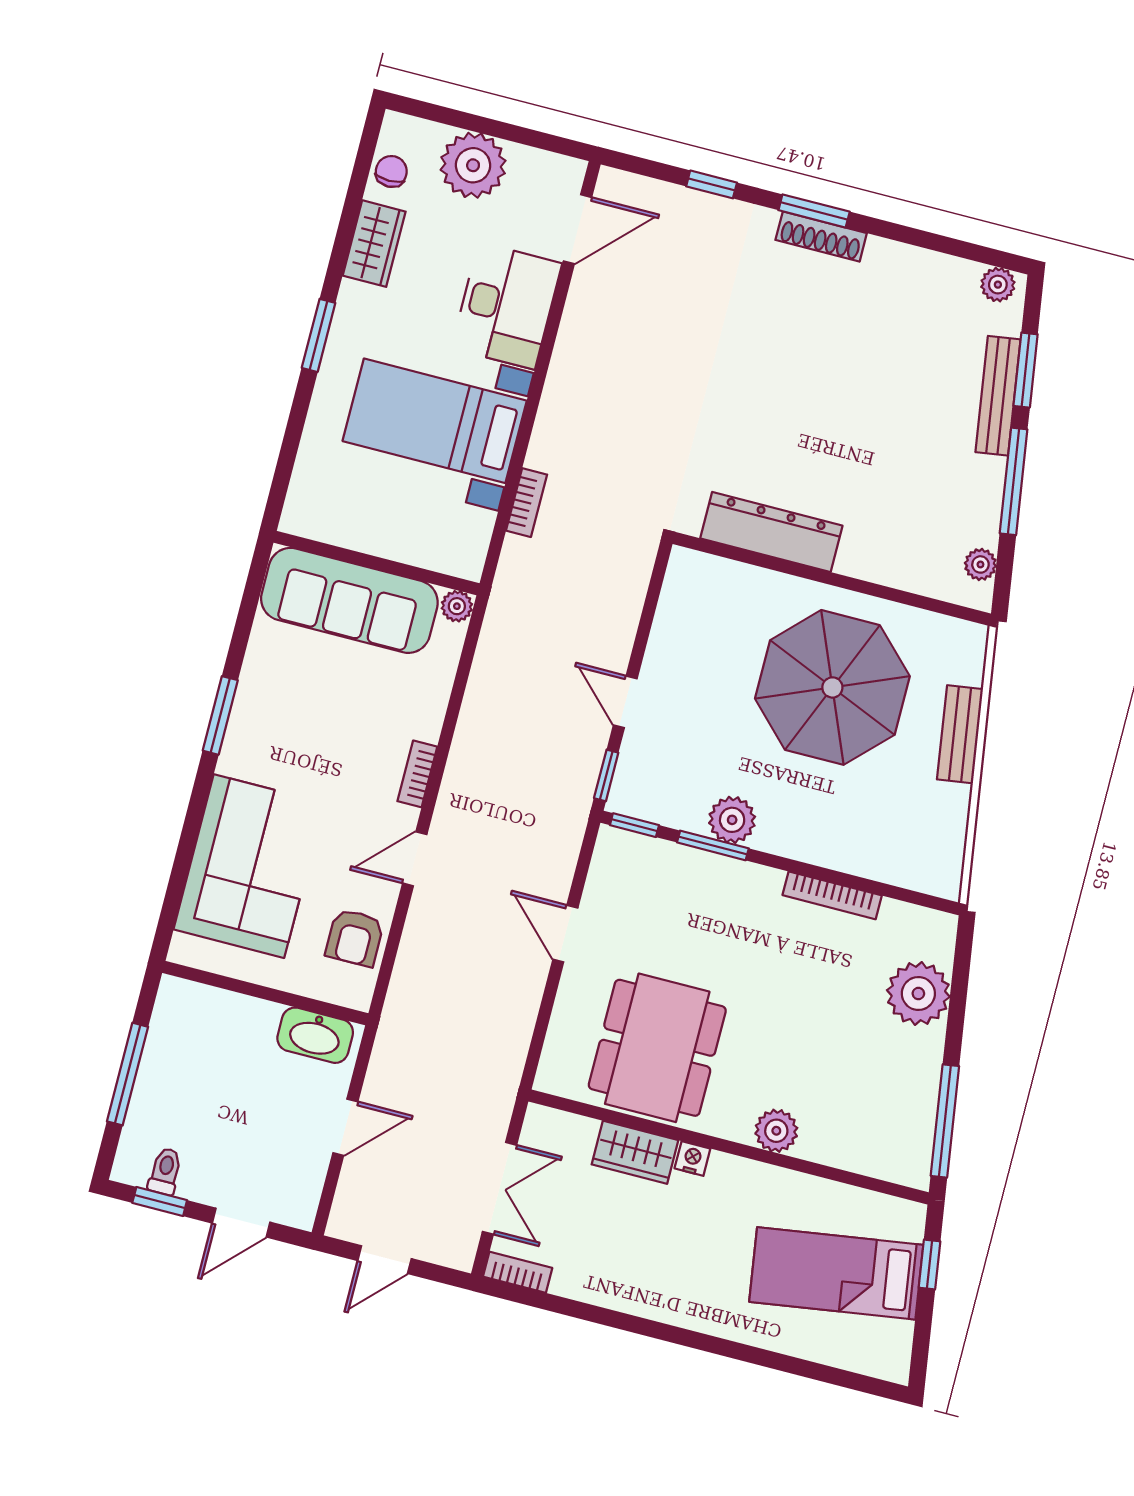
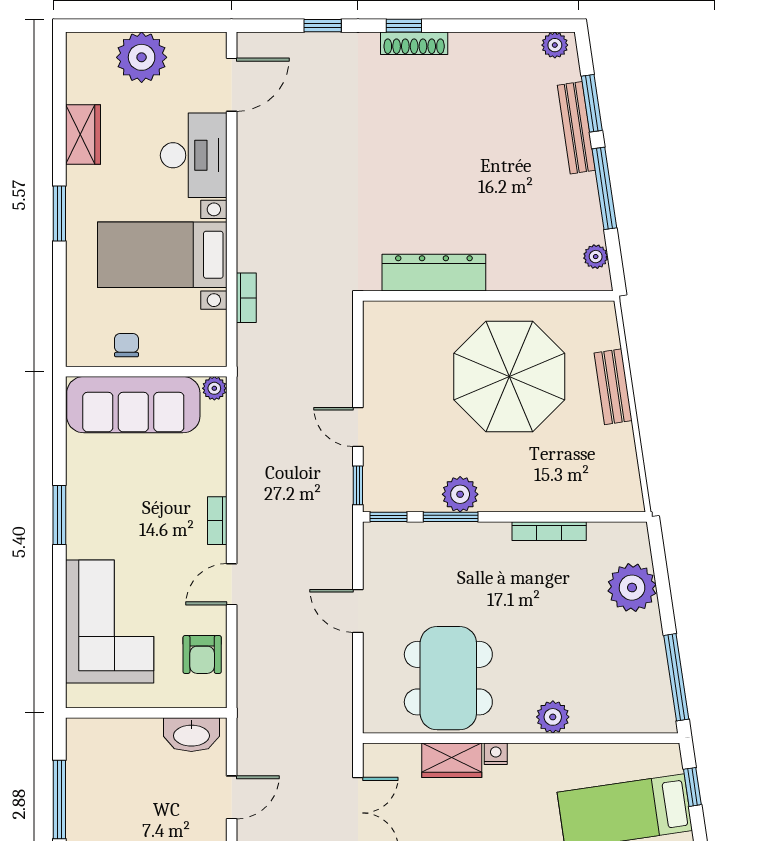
chair: (391, 171) -> (127, 345), moved
window: (814, 211) -> (404, 26), width x0.67

